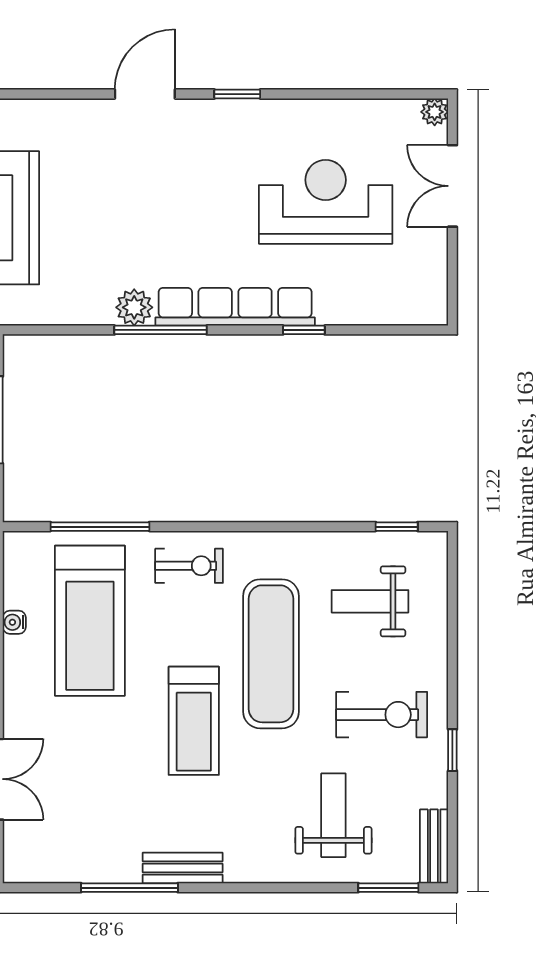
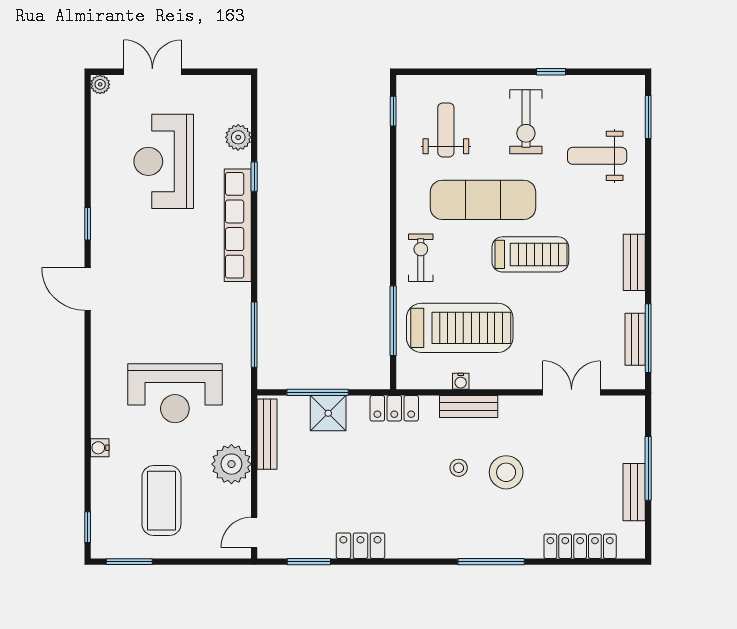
double door: (452, 186) -> (152, 72), swing flipped
plant: (134, 307) -> (238, 137), moved
window: (161, 330) -> (254, 335), moved
weight bench: (370, 601) -> (446, 130), turned 180
exercise bike: (382, 715) -> (526, 122), turned 180
bench: (434, 846) -> (635, 339), moved, turned 90
window: (129, 888) -> (648, 338), moved

